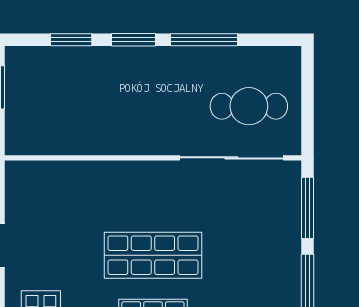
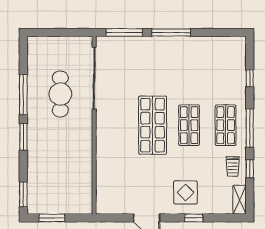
window: (71, 40) -> (23, 194), moved
cafe table: (249, 106) -> (60, 94), moved

